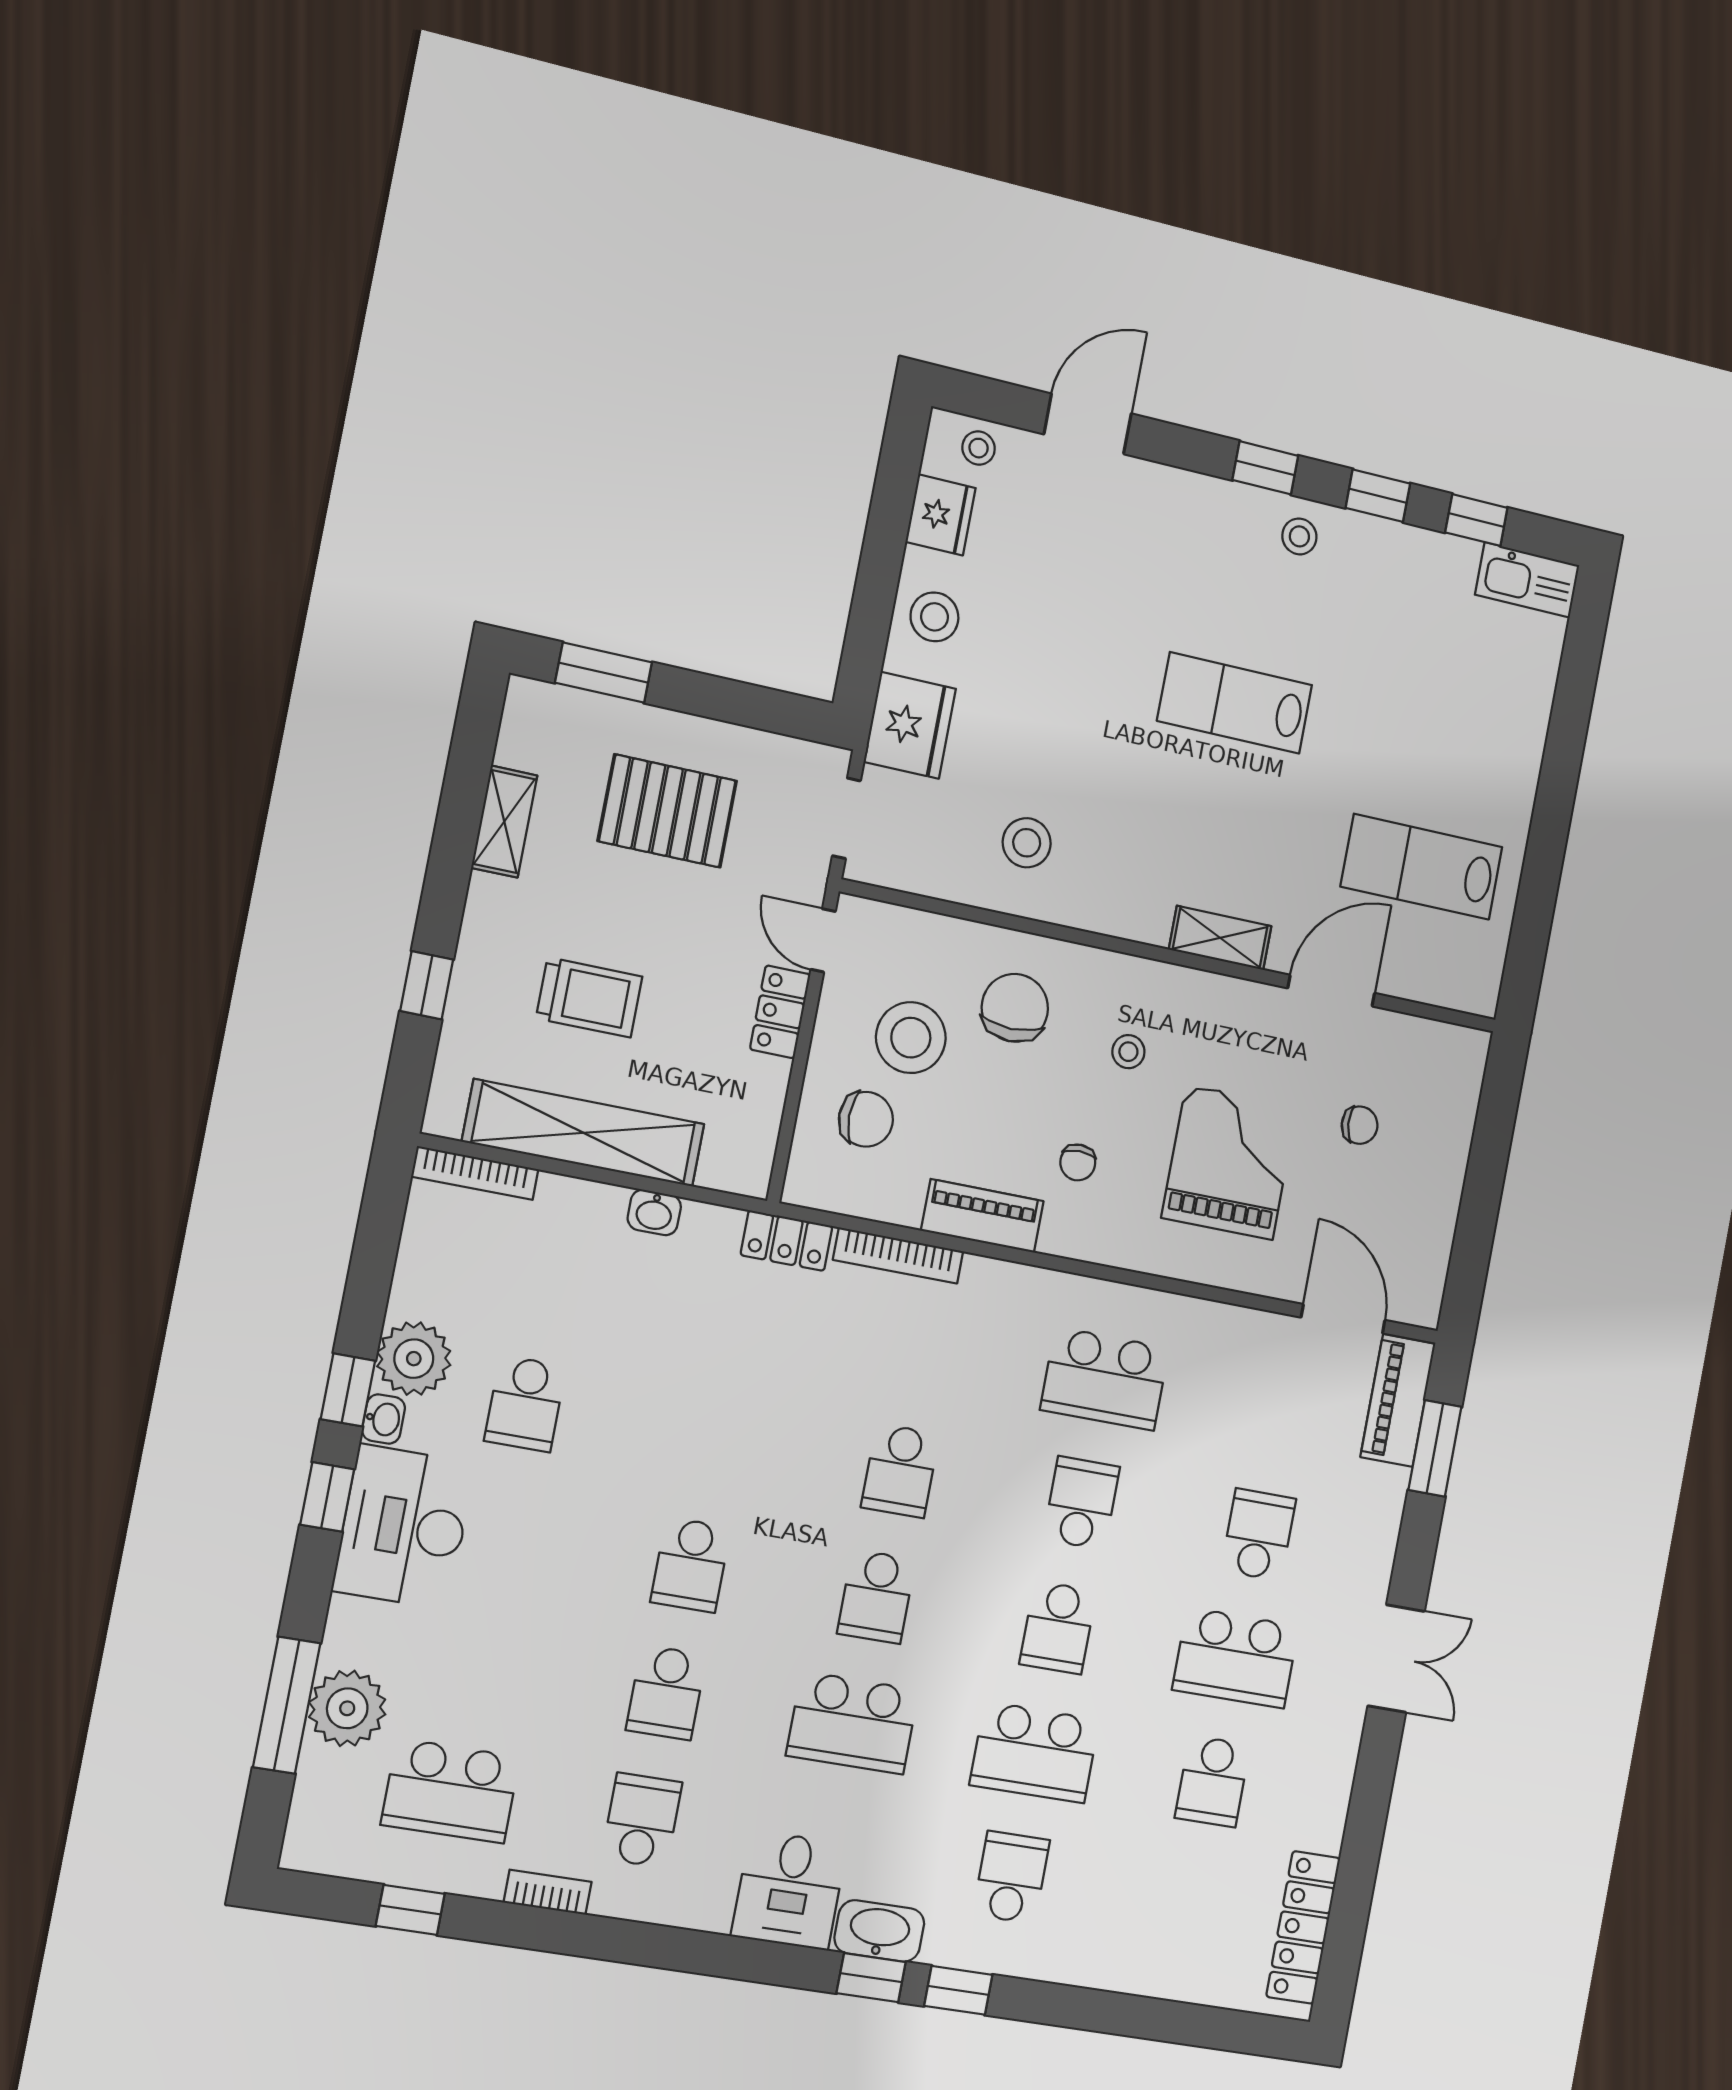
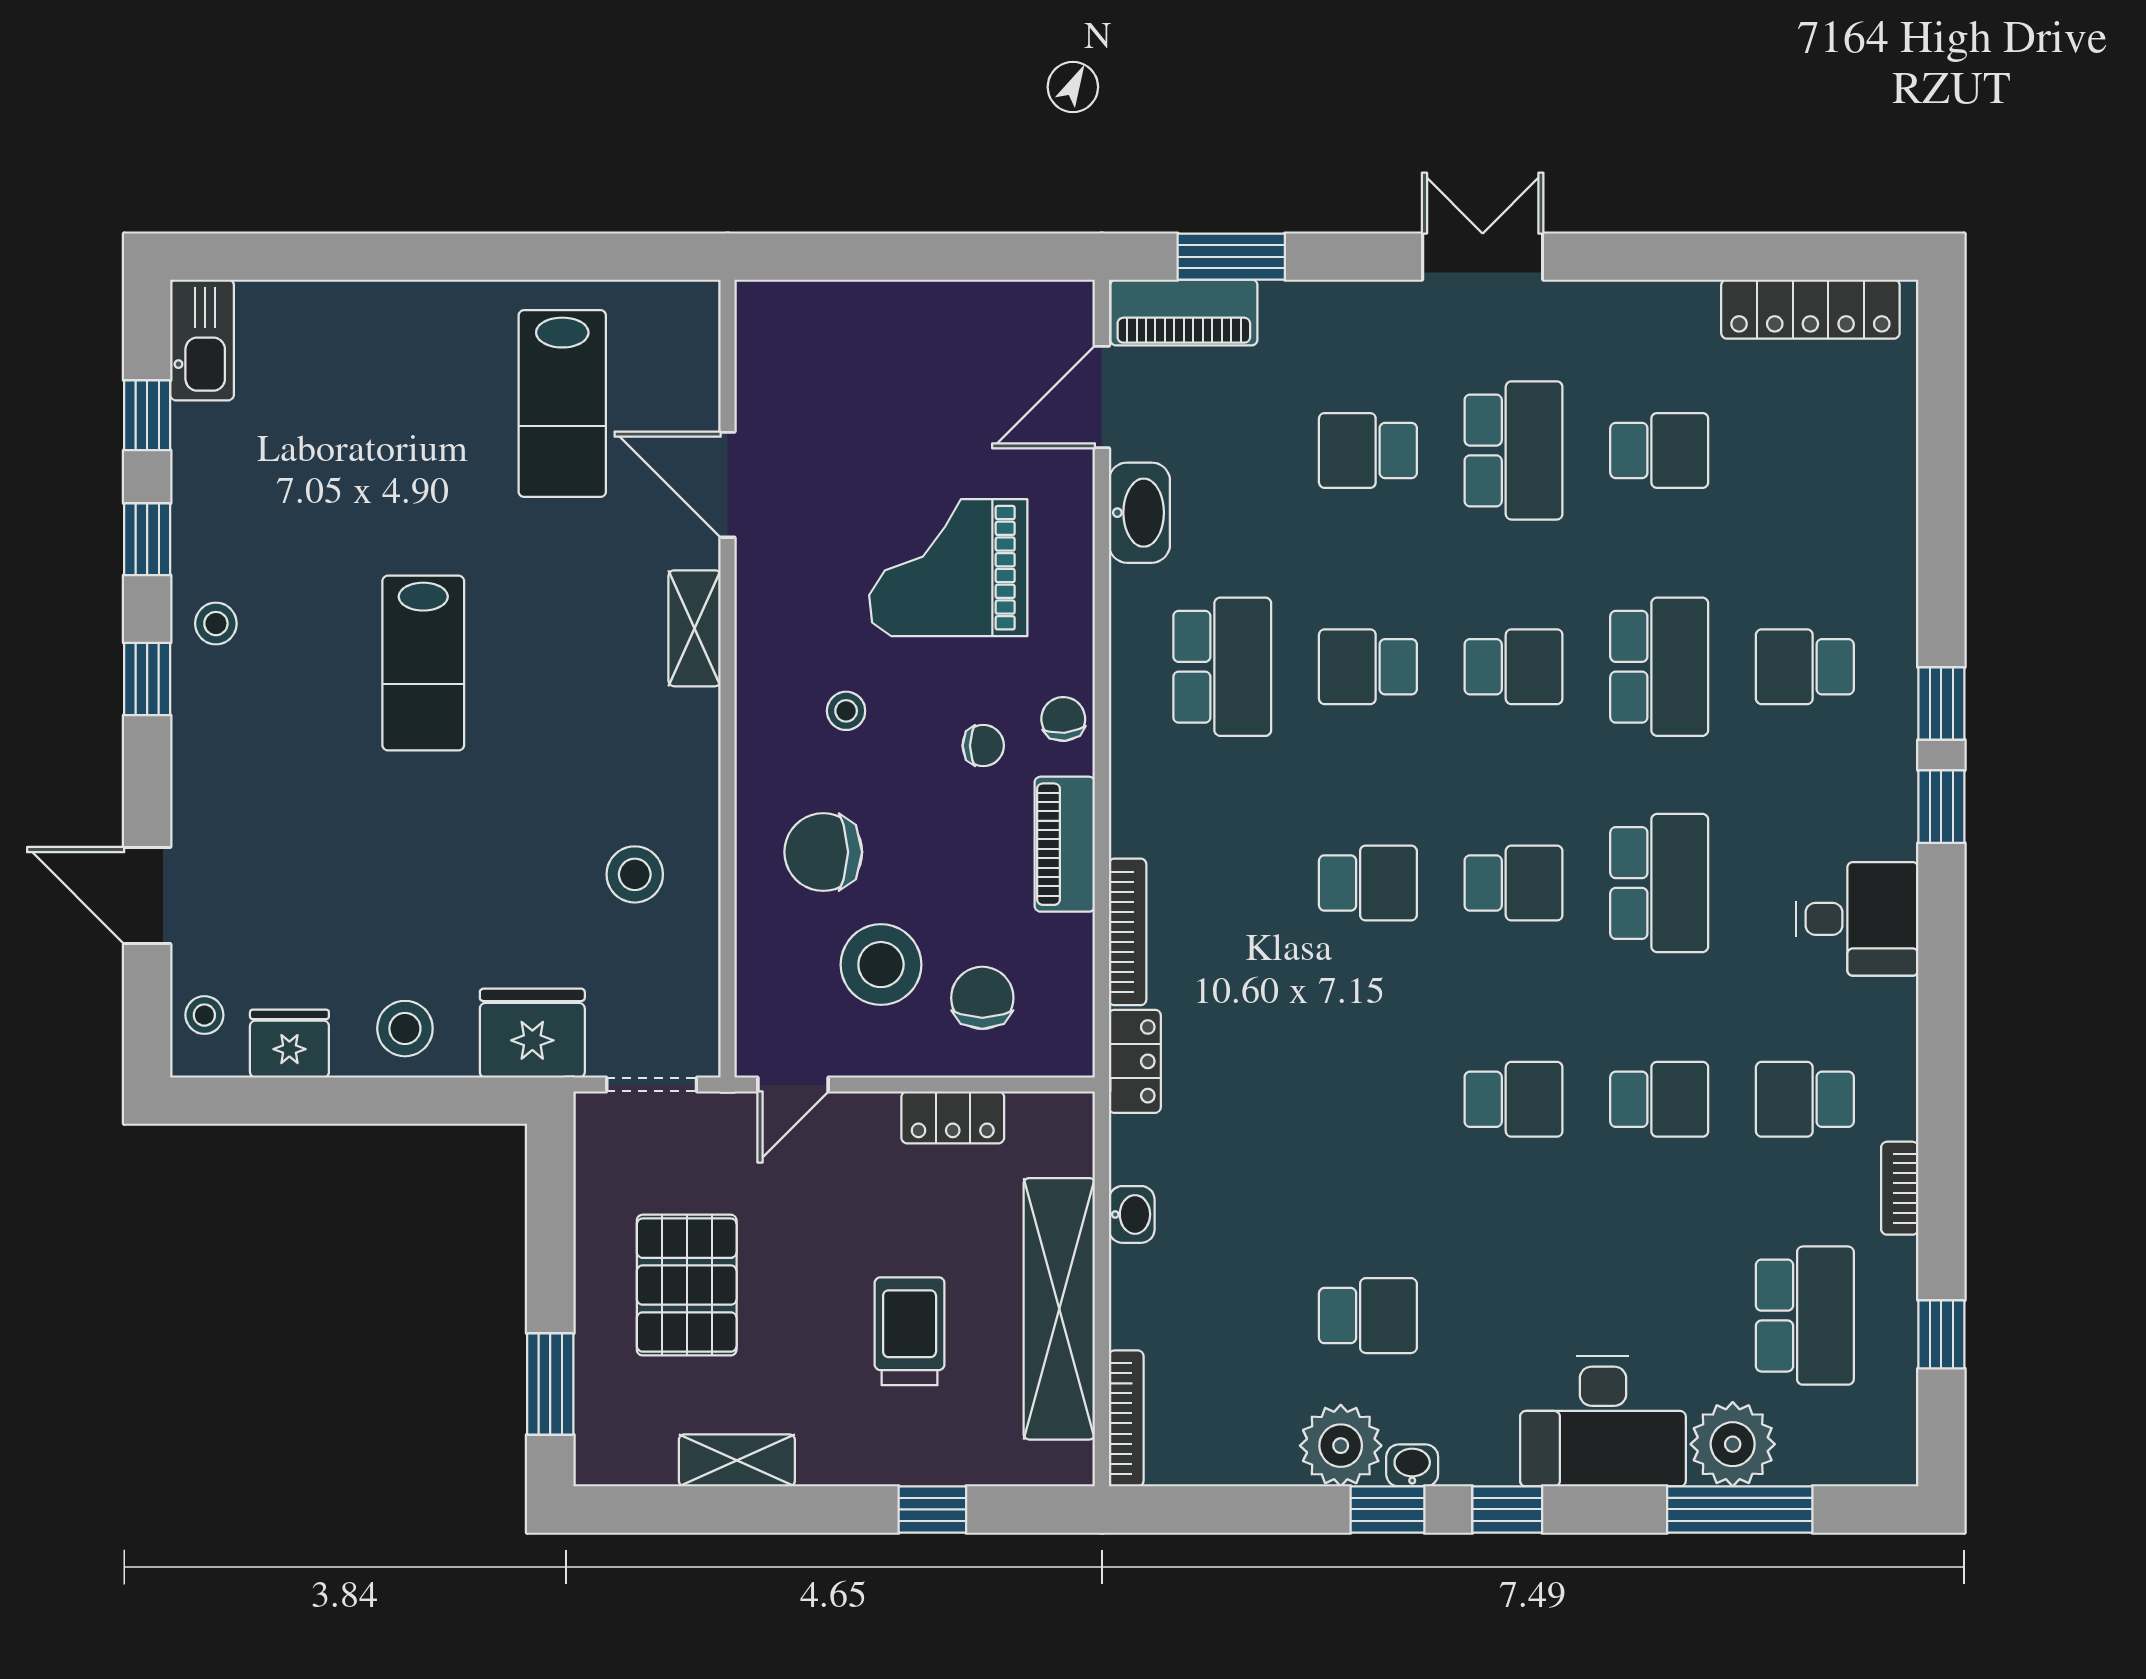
locker: (780, 1012) -> (953, 1117), moved
chair: (1360, 1125) -> (1063, 719), moved
desk: (404, 1527) -> (1603, 1421), moved
washbasin: (879, 1931) -> (1139, 513), moved, turned 180

